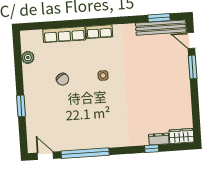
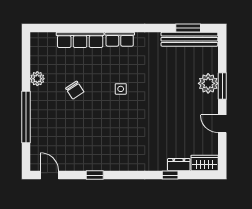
door: (191, 41) -> (222, 124), moved
plant: (28, 57) -> (37, 79), moved
plant: (180, 65) -> (208, 83), added
window: (21, 106) -> (26, 117), width x2.11
window: (85, 153) -> (95, 175), width x0.32

